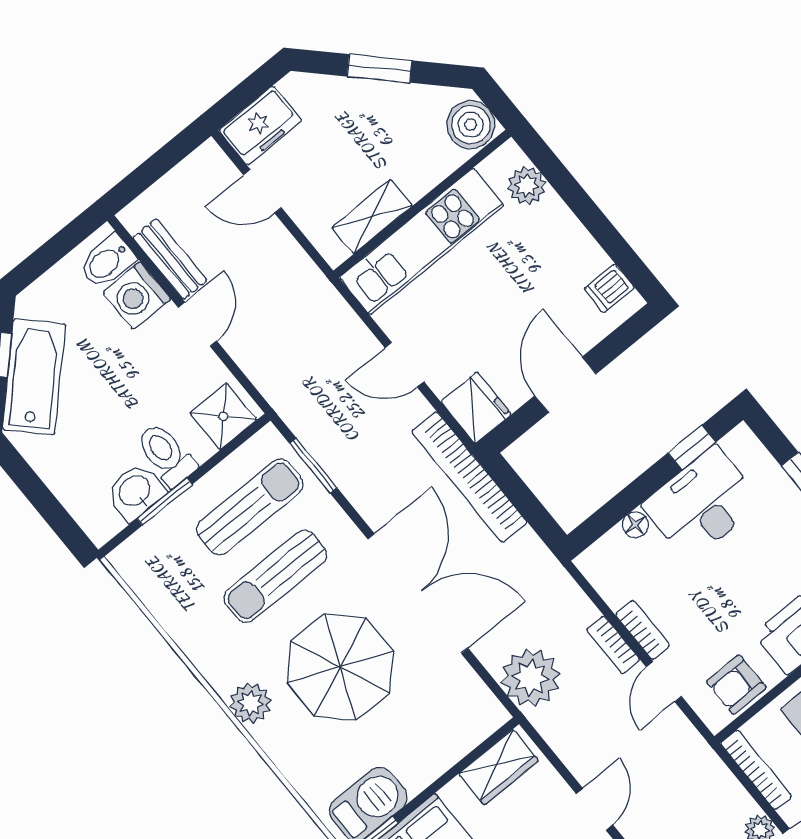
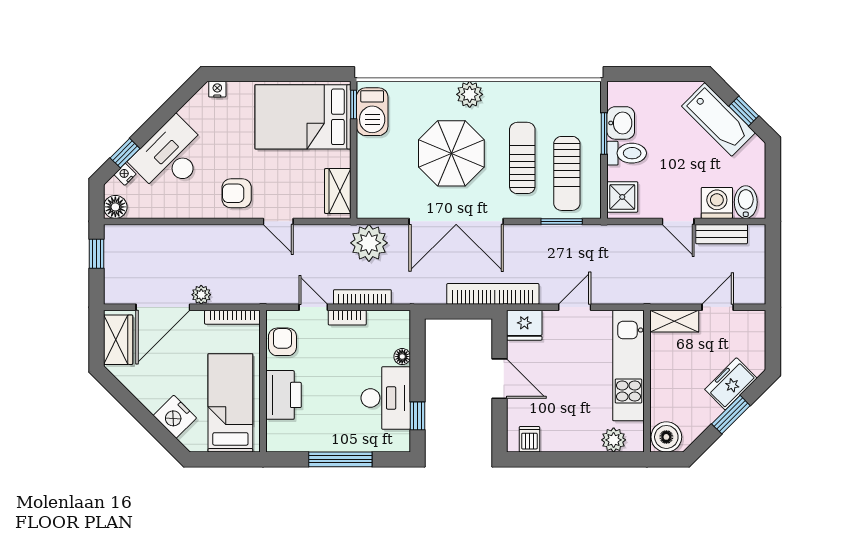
freezer: (260, 125) -> (731, 384), moved, turned 45
shelving: (372, 216) -> (674, 321), moved, turned 90
bookcase: (613, 645) -> (362, 297), width x1.56

